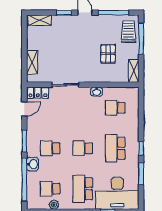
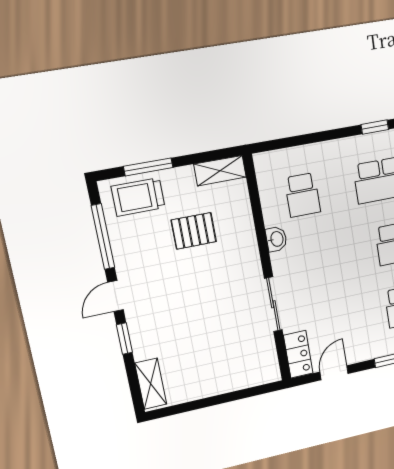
window: (141, 39) -> (148, 167), width x0.69
shelving: (32, 62) -> (240, 379), removed
door: (24, 109) -> (334, 373), hinge flipped

